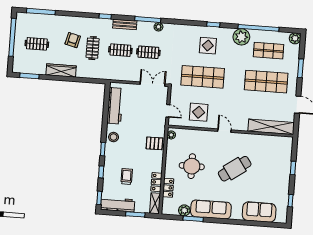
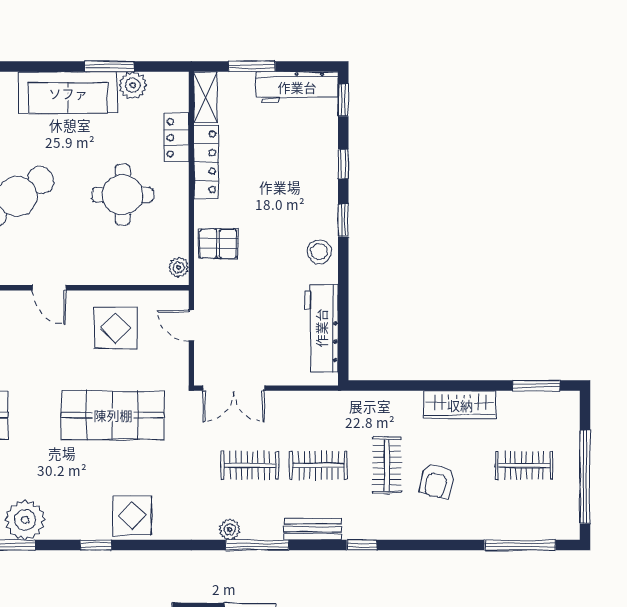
display table: (208, 46) -> (132, 516), moved
trolley: (127, 176) -> (280, 158), removed
locker: (156, 182) -> (206, 162), width x1.53

